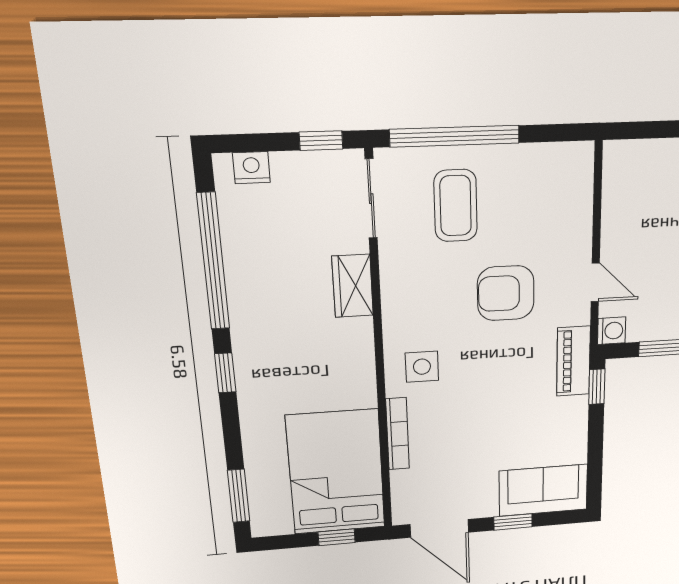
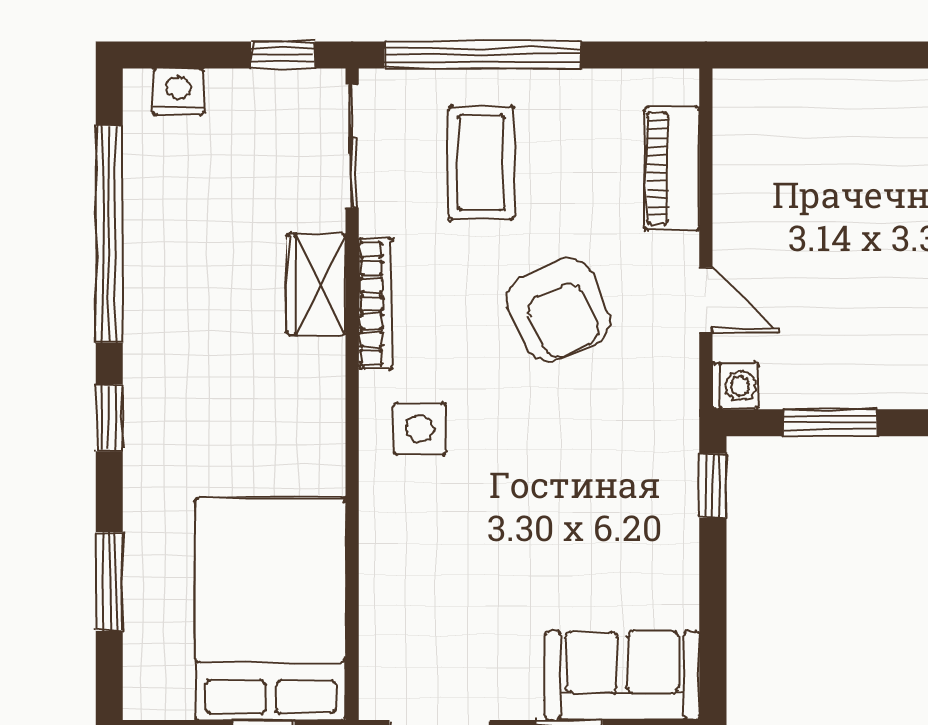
armchair: (506, 293) -> (559, 310), turned -114
piano: (573, 361) -> (672, 168), moved
bookcase: (398, 434) -> (375, 304), moved
window: (239, 496) -> (109, 581), moved

